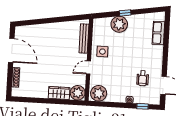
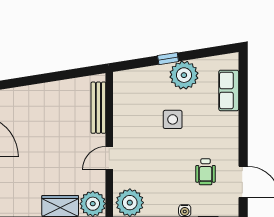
plant: (119, 24) -> (184, 75), moved
side table: (102, 52) -> (173, 119), moved

